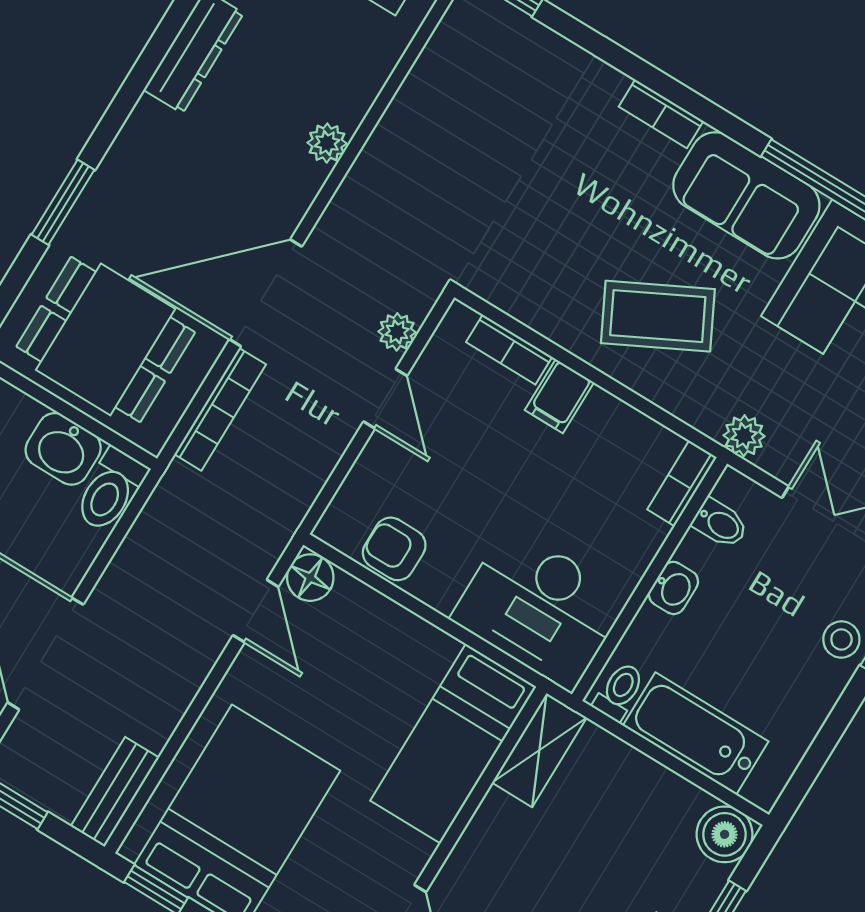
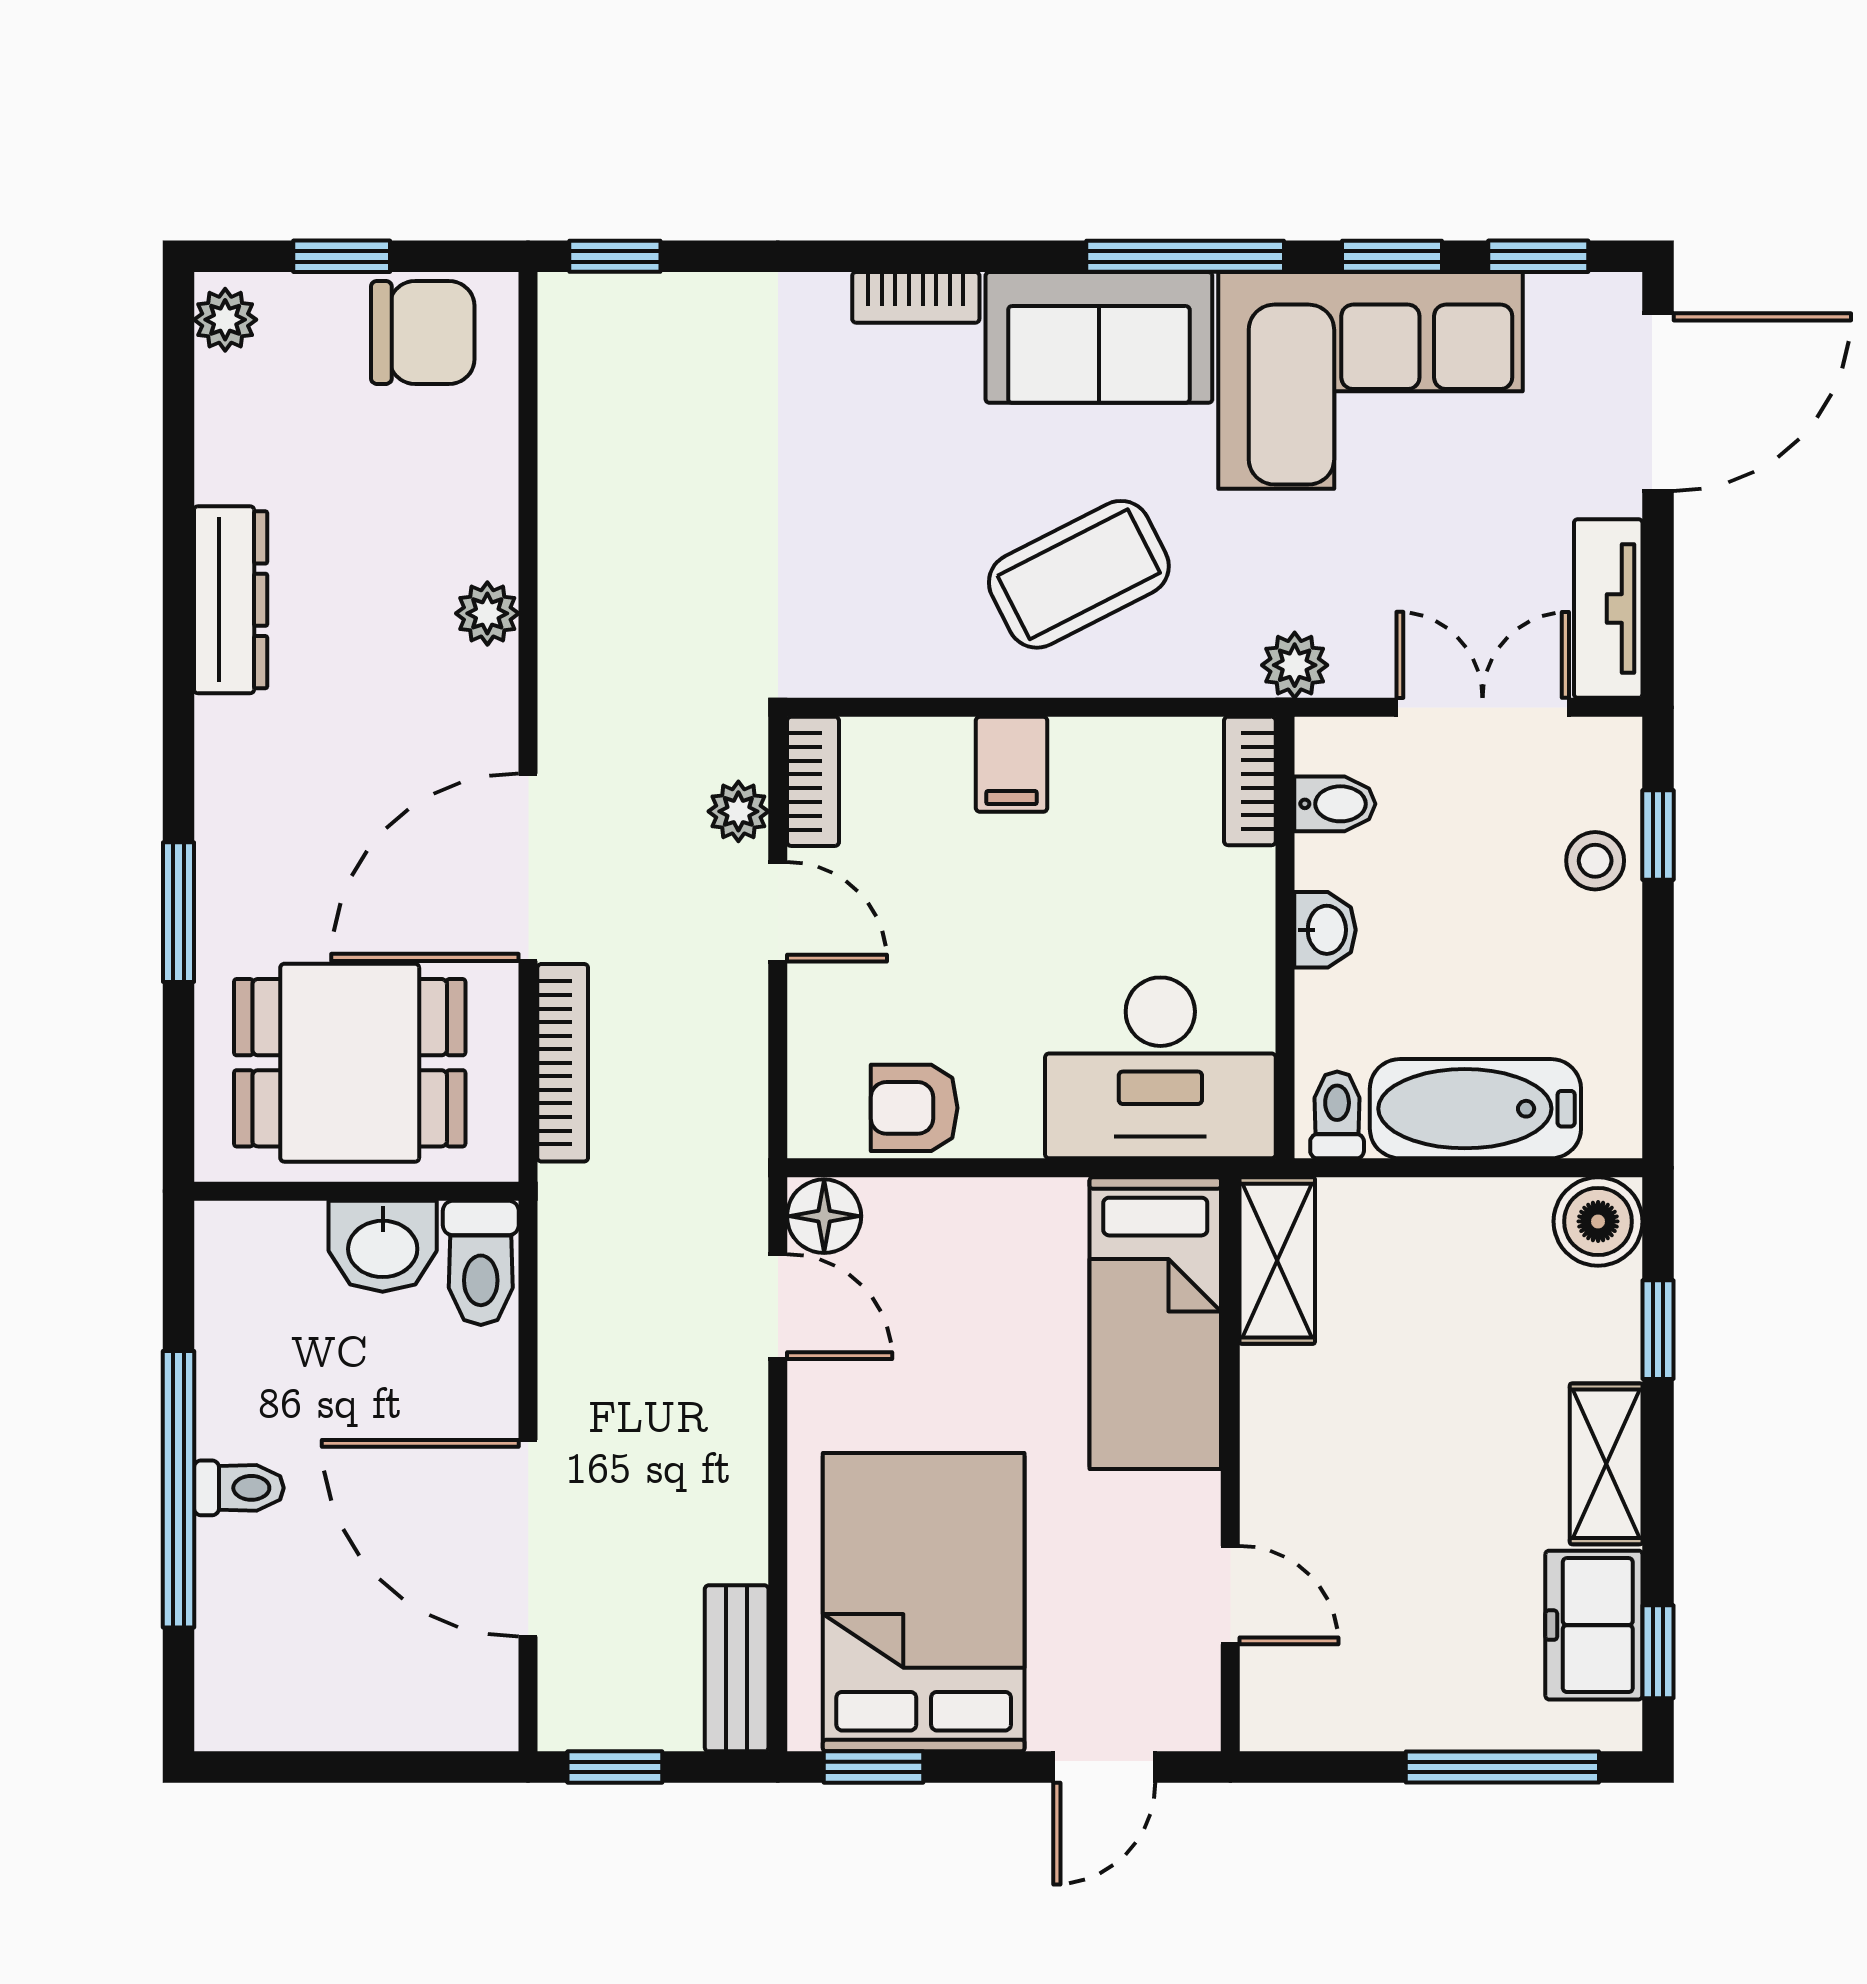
bookcase: (509, 350) -> (813, 781), moved, turned -90

